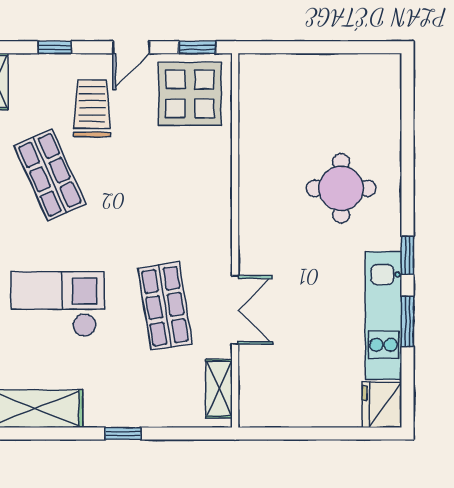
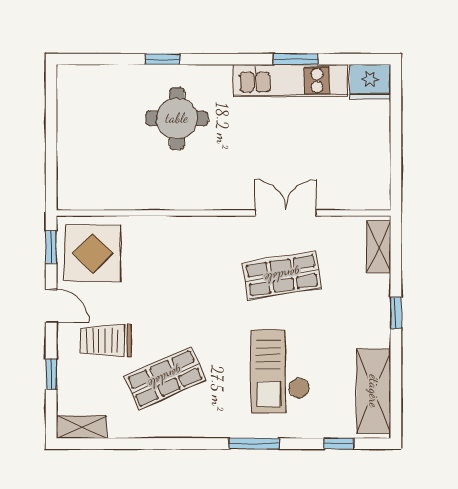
window: (407, 255) -> (163, 59), moved
shelving: (219, 389) -> (379, 247), moved, turned 90

